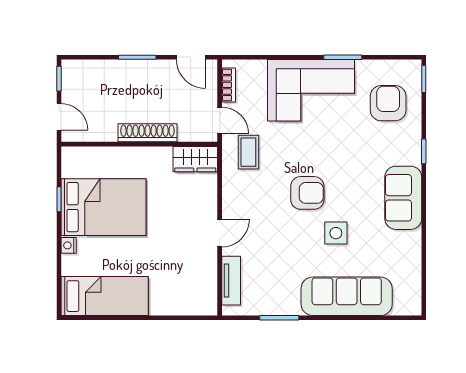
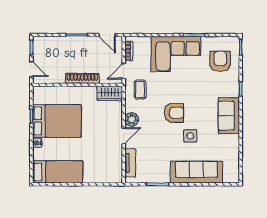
door: (220, 120) -> (124, 71), swing flipped
plant: (234, 205) -> (132, 119), added

